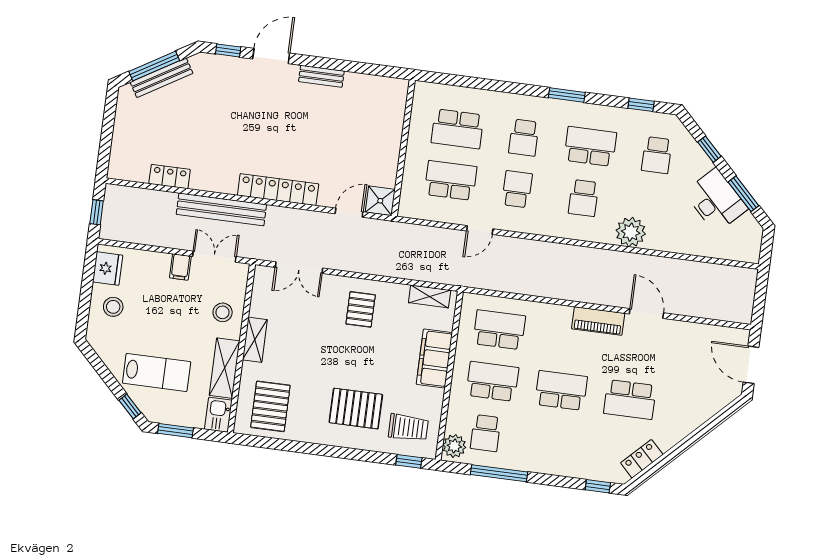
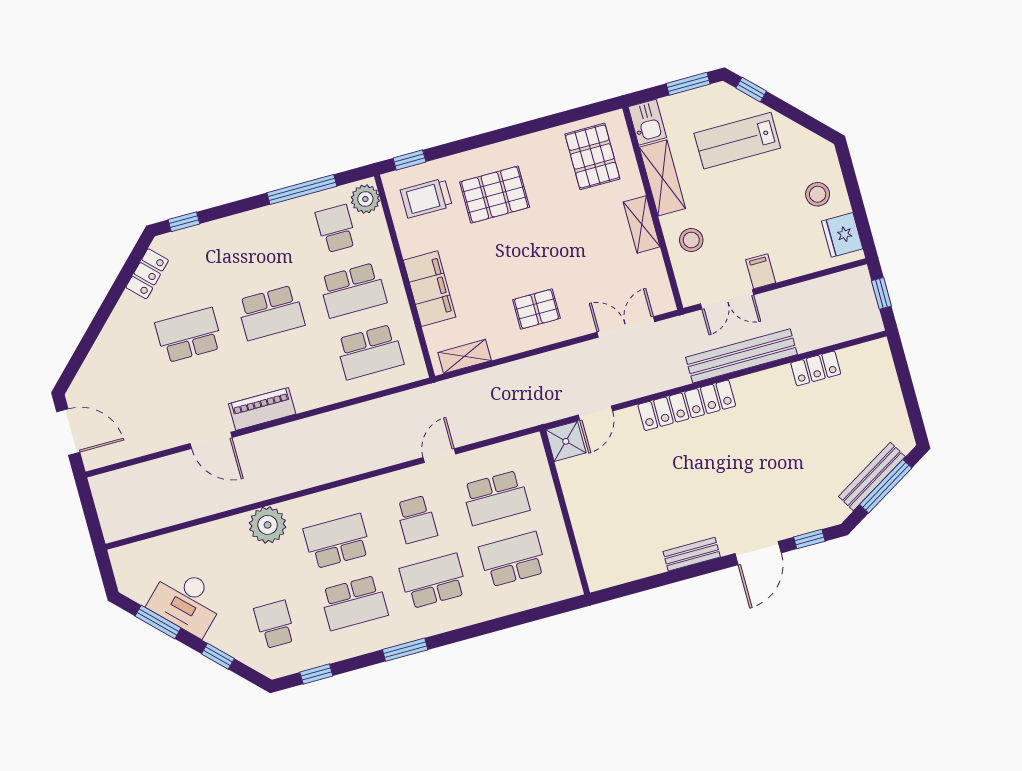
school desk: (524, 138) -> (433, 581), width x1.85
school desk: (583, 198) -> (337, 541), width x1.85
pallet: (361, 309) -> (536, 309), turned 90

